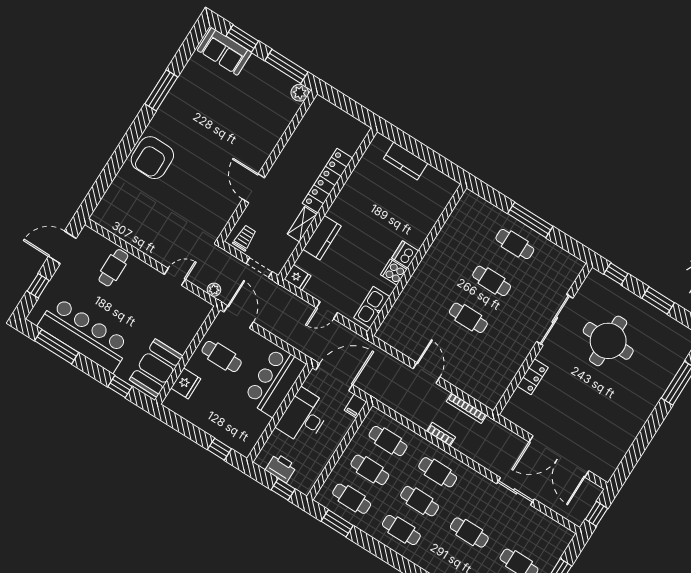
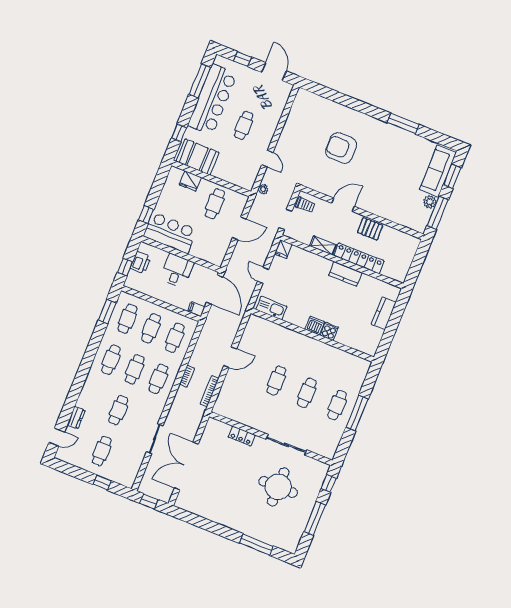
sofa: (224, 51) -> (438, 171), width x1.36
plant: (300, 93) -> (430, 202), moved
armchair: (152, 158) -> (341, 148), moved
pallet: (292, 159) -> (370, 229), added
kitchen counter: (322, 238) -> (345, 274), moved
cafe table: (113, 268) -> (244, 125), moved, turned 90
cooker: (394, 272) -> (329, 331), moved
window: (658, 300) -> (315, 518), width x1.44
door: (239, 317) -> (239, 228), moved
bar counter: (275, 381) -> (170, 233), moved
desk: (304, 417) -> (177, 271), width x0.73

